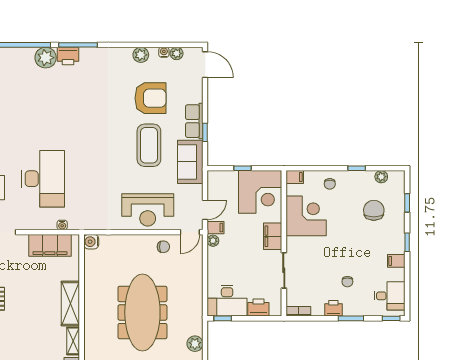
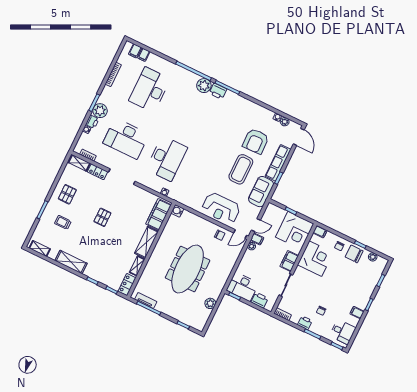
plant: (141, 55) -> (263, 112), removed
armchair: (150, 98) -> (256, 141), turned 88
row of seats: (194, 121) -> (278, 163), width x1.48
chair: (374, 210) -> (354, 254), moved, turned -90
filing cabinet: (50, 245) -> (158, 214), moved, turned 90

